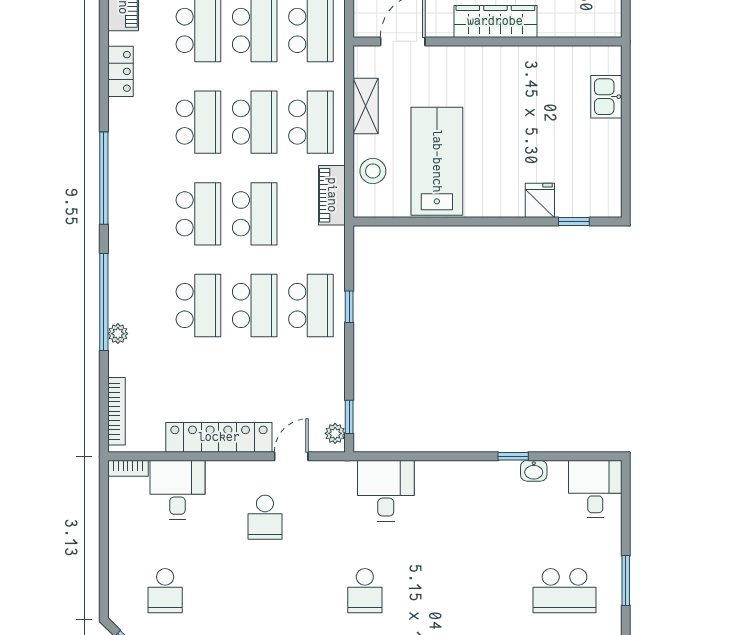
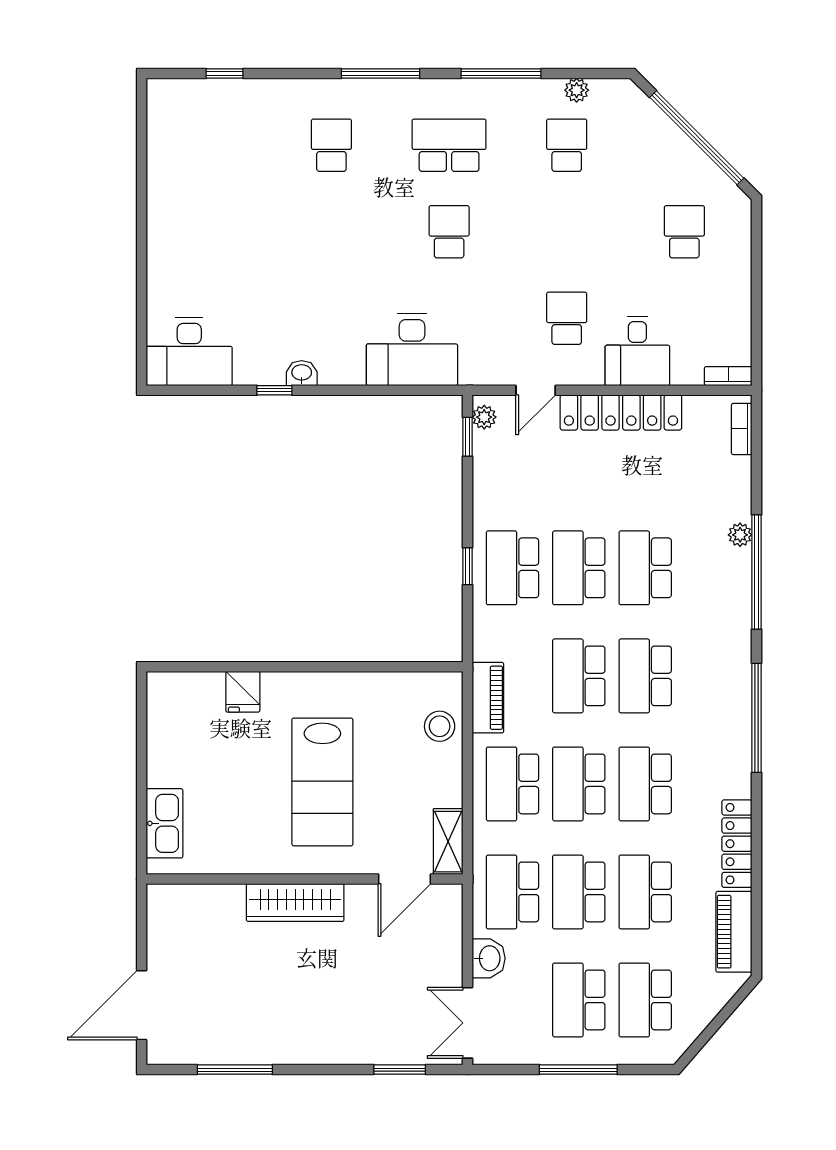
locker: (121, 71) -> (737, 844), width x1.53
kitchen sink: (606, 97) -> (164, 823), width x1.38
shelving: (366, 106) -> (448, 842), moved
lab bench: (437, 161) -> (322, 782), moved
window: (574, 221) -> (203, 667), removed
bookcase: (116, 411) -> (742, 429), width x0.64
washbasin: (534, 471) -> (302, 373), moved
desk: (595, 489) -> (189, 352), width x1.37
desk: (177, 490) -> (637, 351), moved
desk: (386, 491) -> (412, 350), width x1.37
window: (626, 581) -> (142, 244), removed
school desk: (564, 591) -> (214, 232), removed

